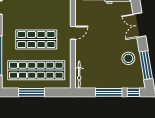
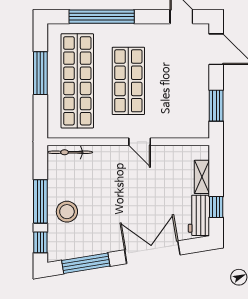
double door: (139, 25) -> (152, 252), width x1.37
stool: (128, 58) -> (67, 212), moved

